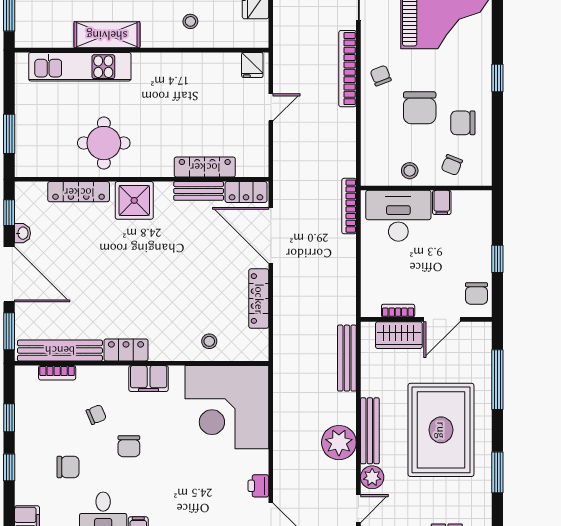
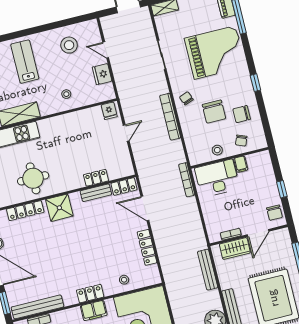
bookcase: (348, 69) -> (170, 117), moved
locker: (205, 167) -> (96, 178), width x0.66
door: (271, 235) -> (145, 208), width x0.73
locker: (126, 350) -> (90, 294), moved

